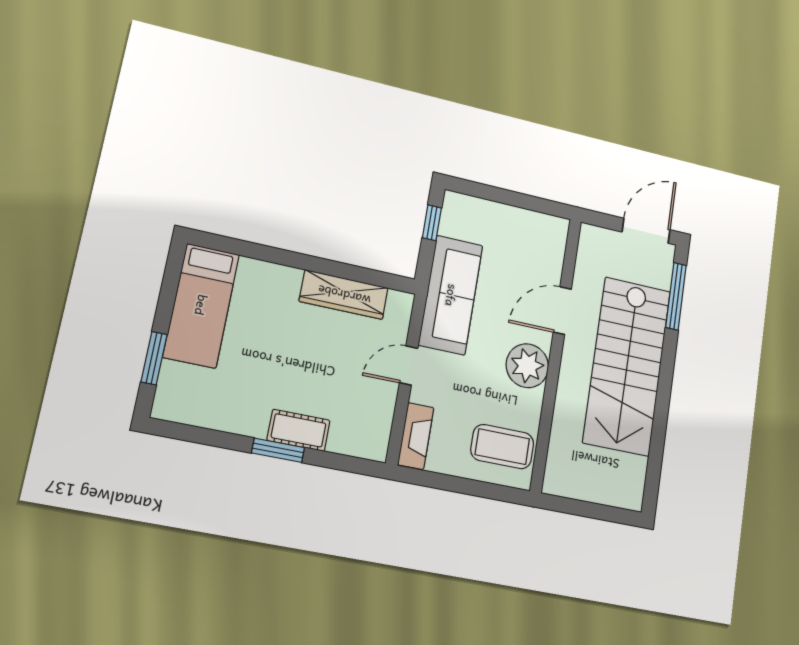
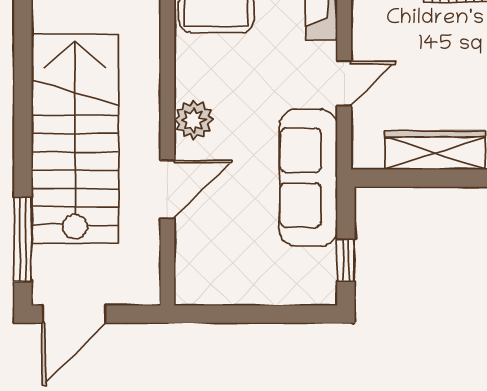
plant: (527, 366) -> (194, 120), width x0.73, depth x0.73

